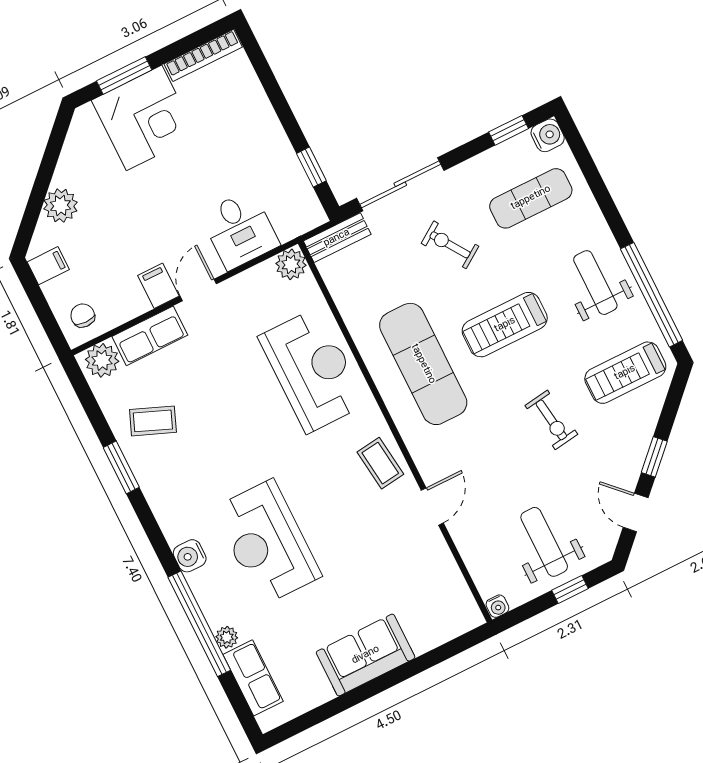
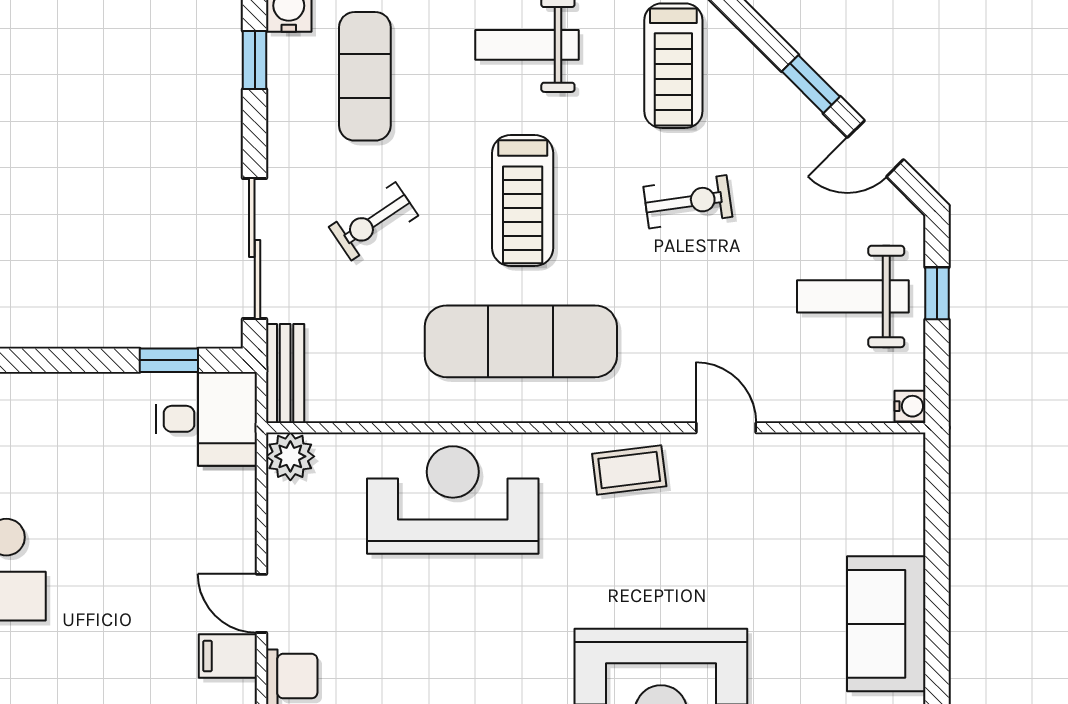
desk: (240, 230) -> (206, 419), moved

